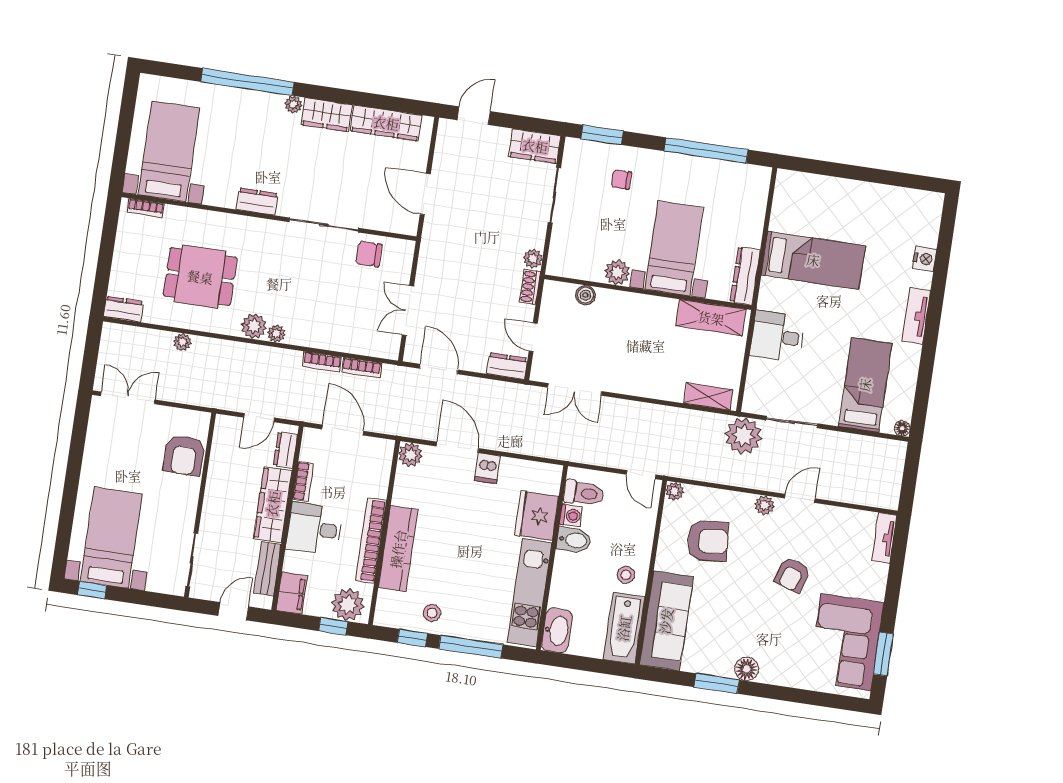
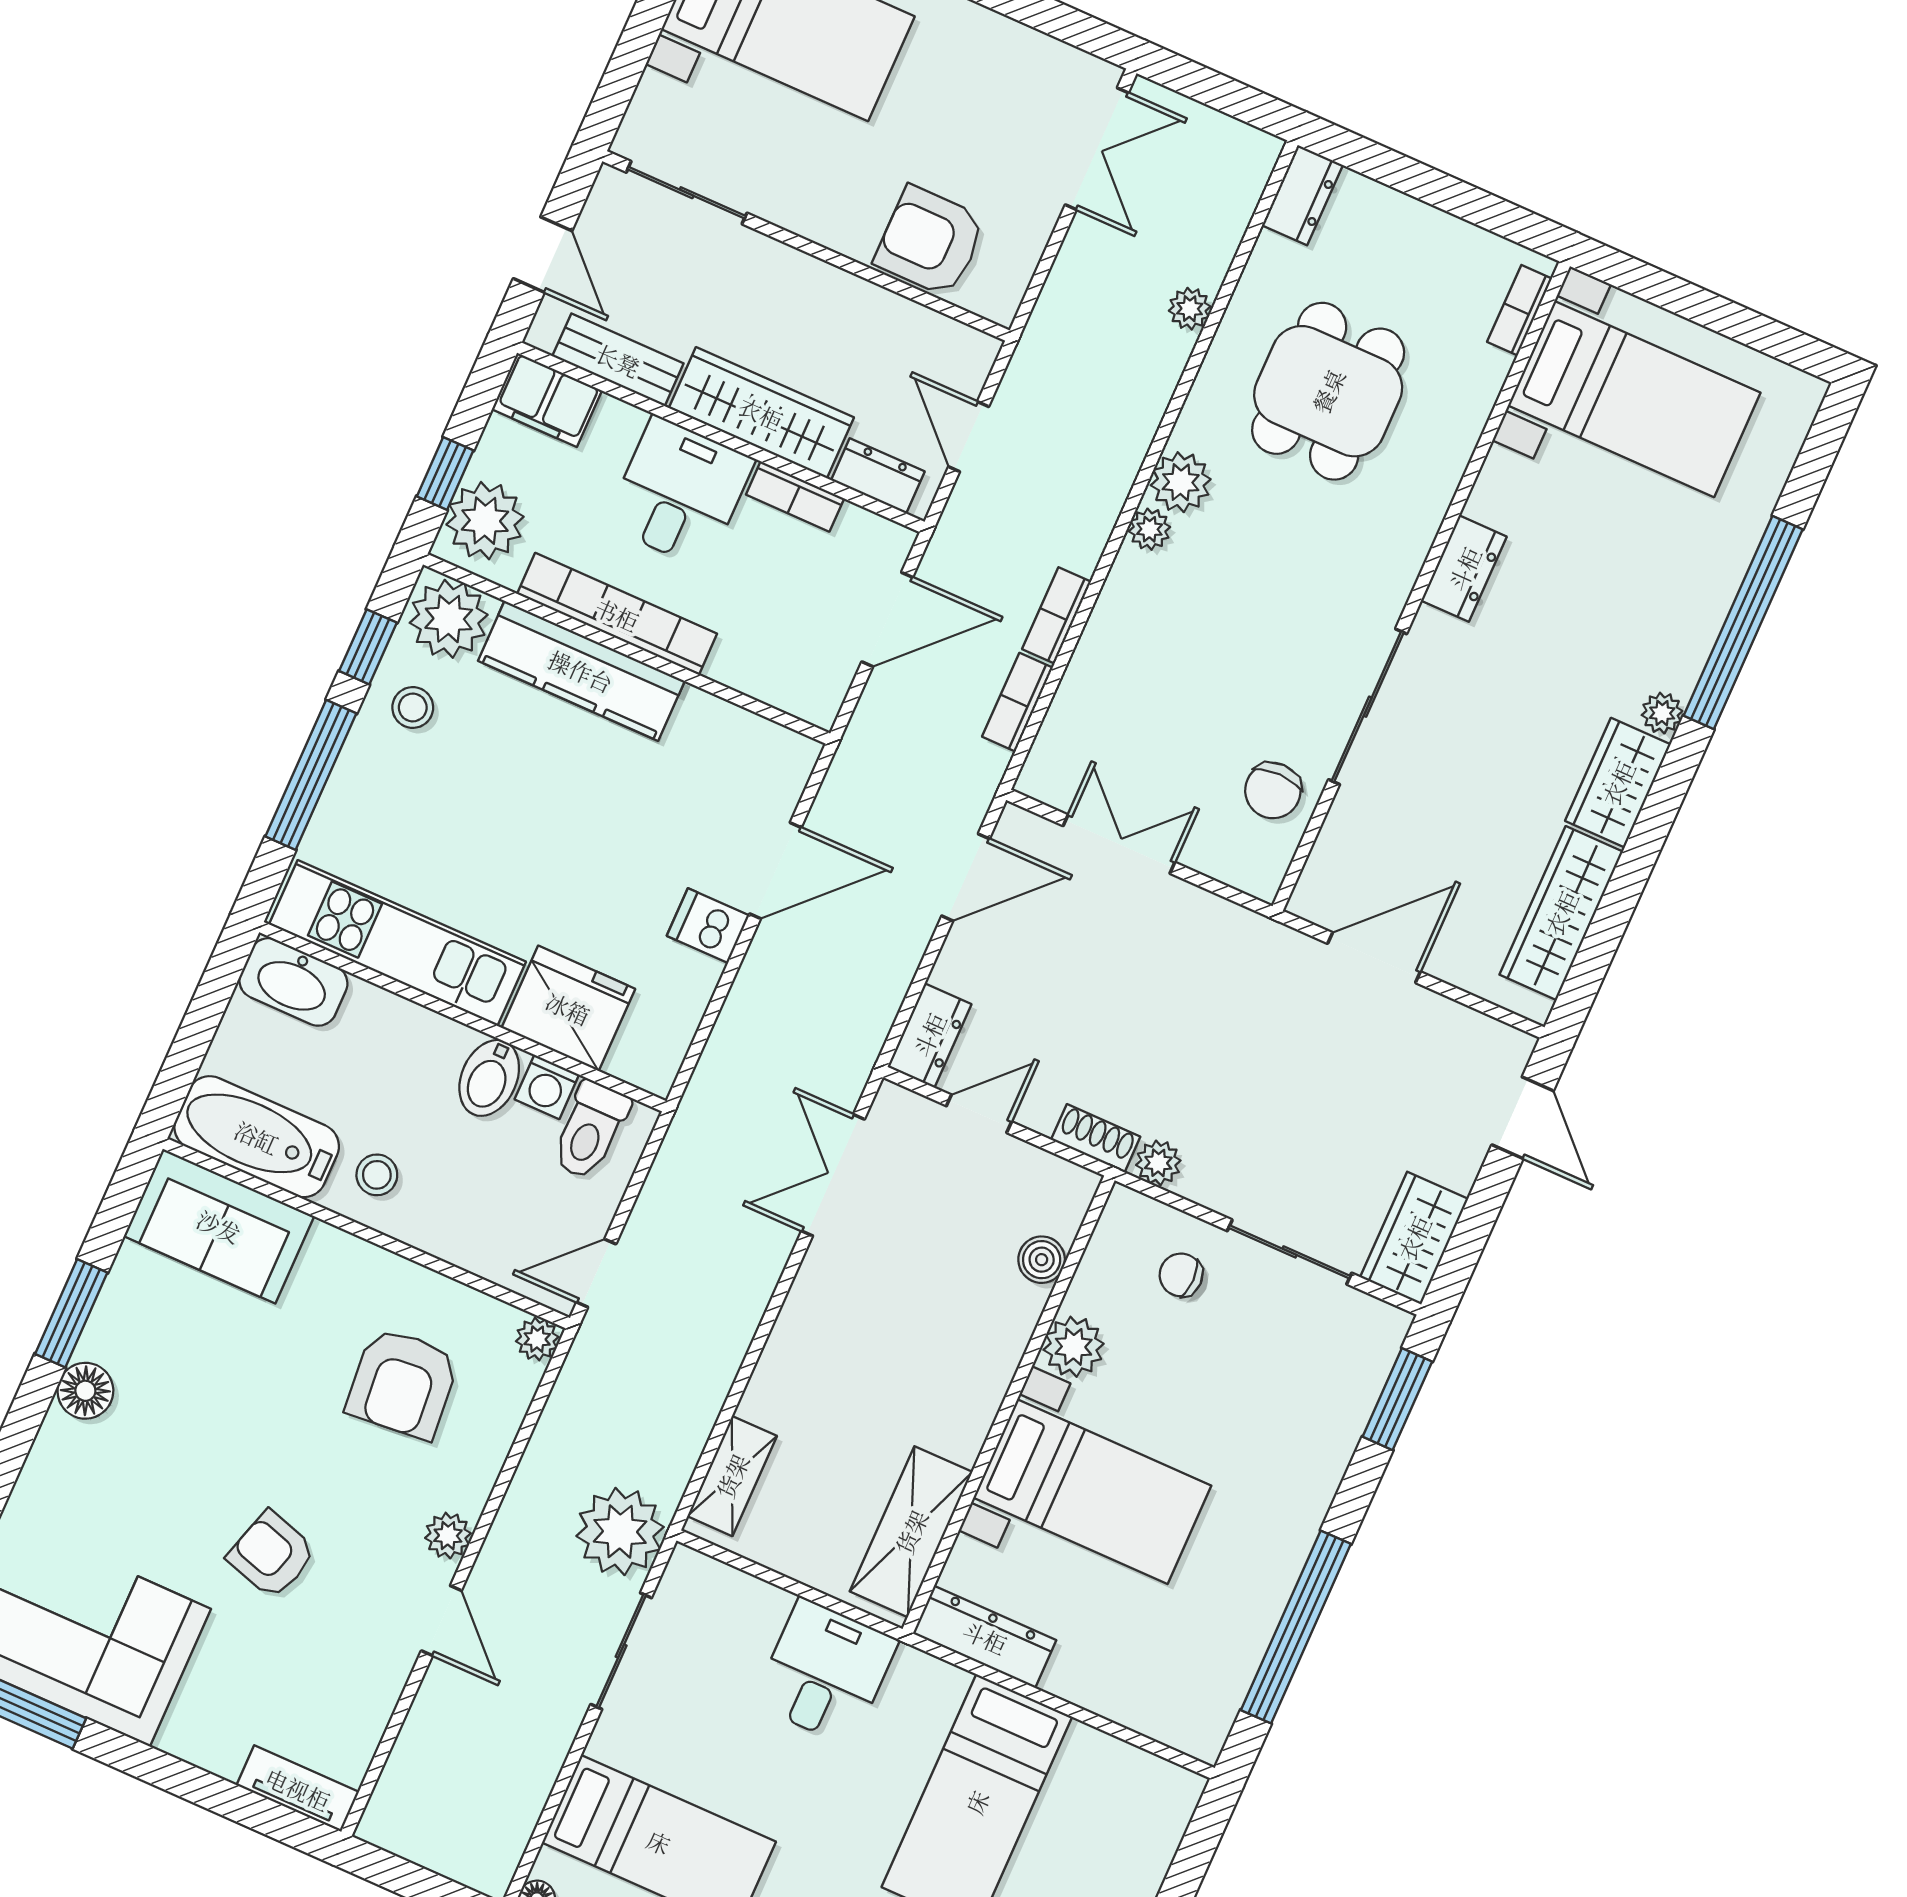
chair: (621, 180) -> (1181, 1275), moved, turned -90
chair: (369, 254) -> (1273, 791), turned 180
plant: (410, 455) -> (449, 619), moved, width x1.36, depth x1.36
sofa: (666, 621) -> (219, 1226), width x0.73

